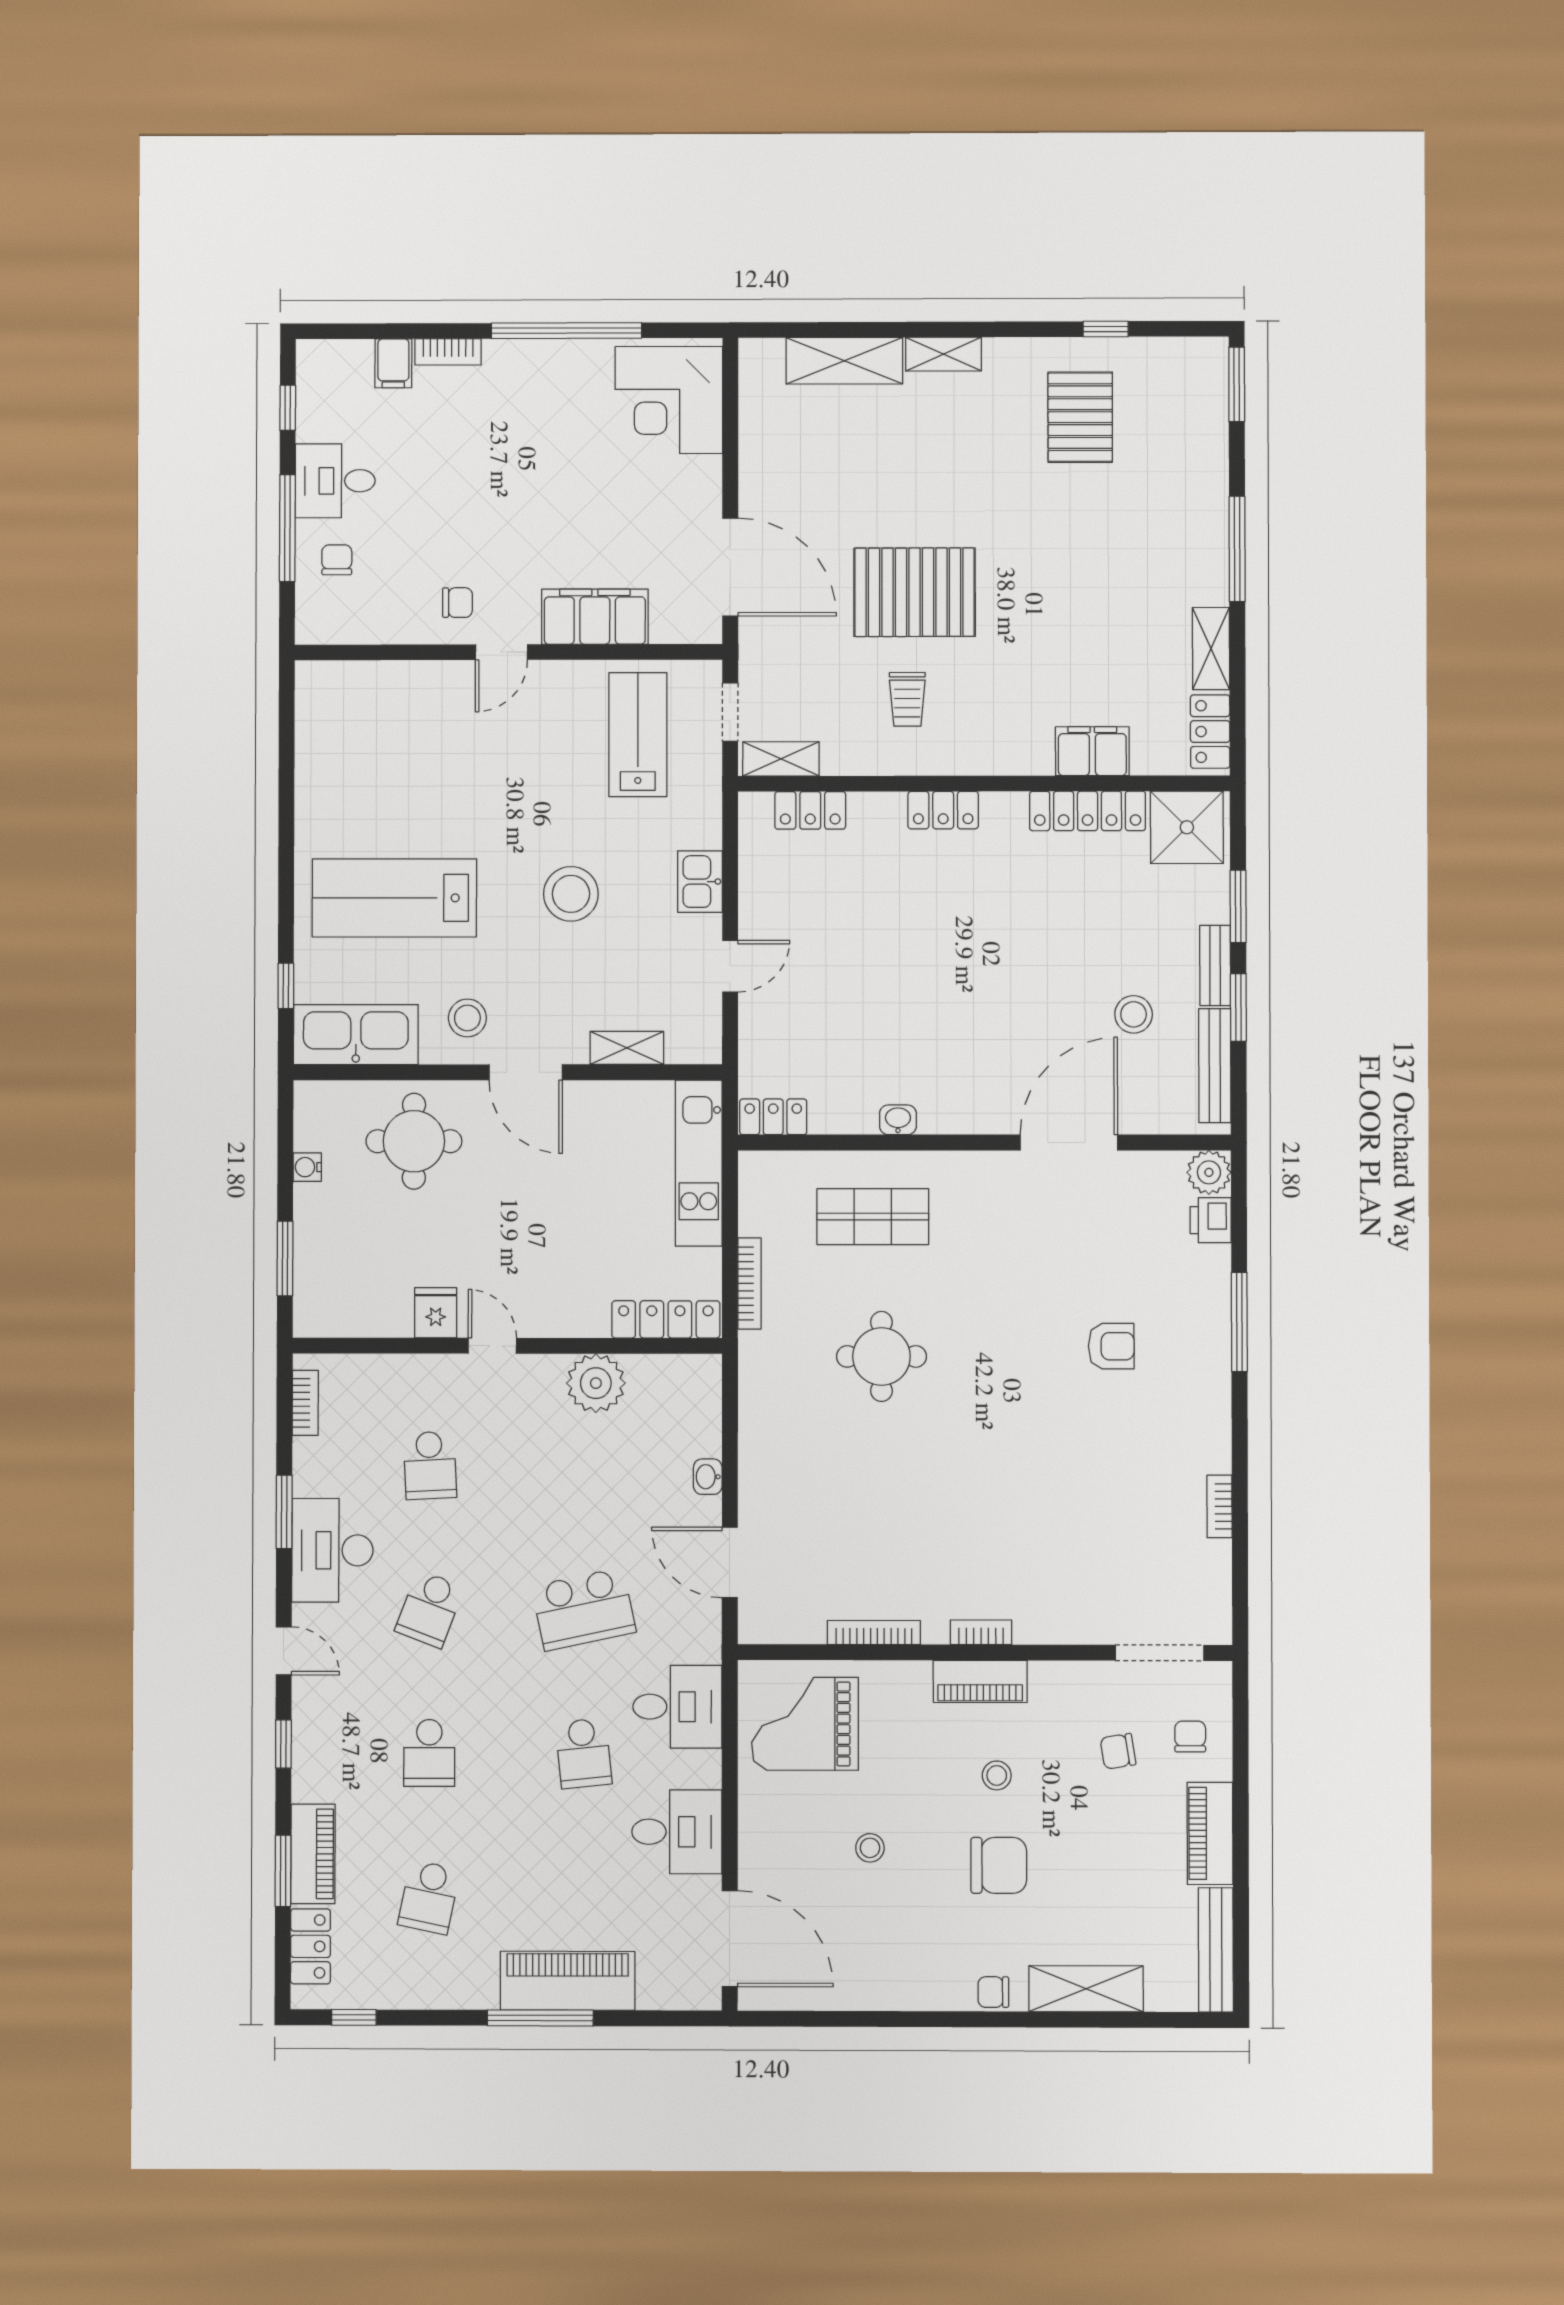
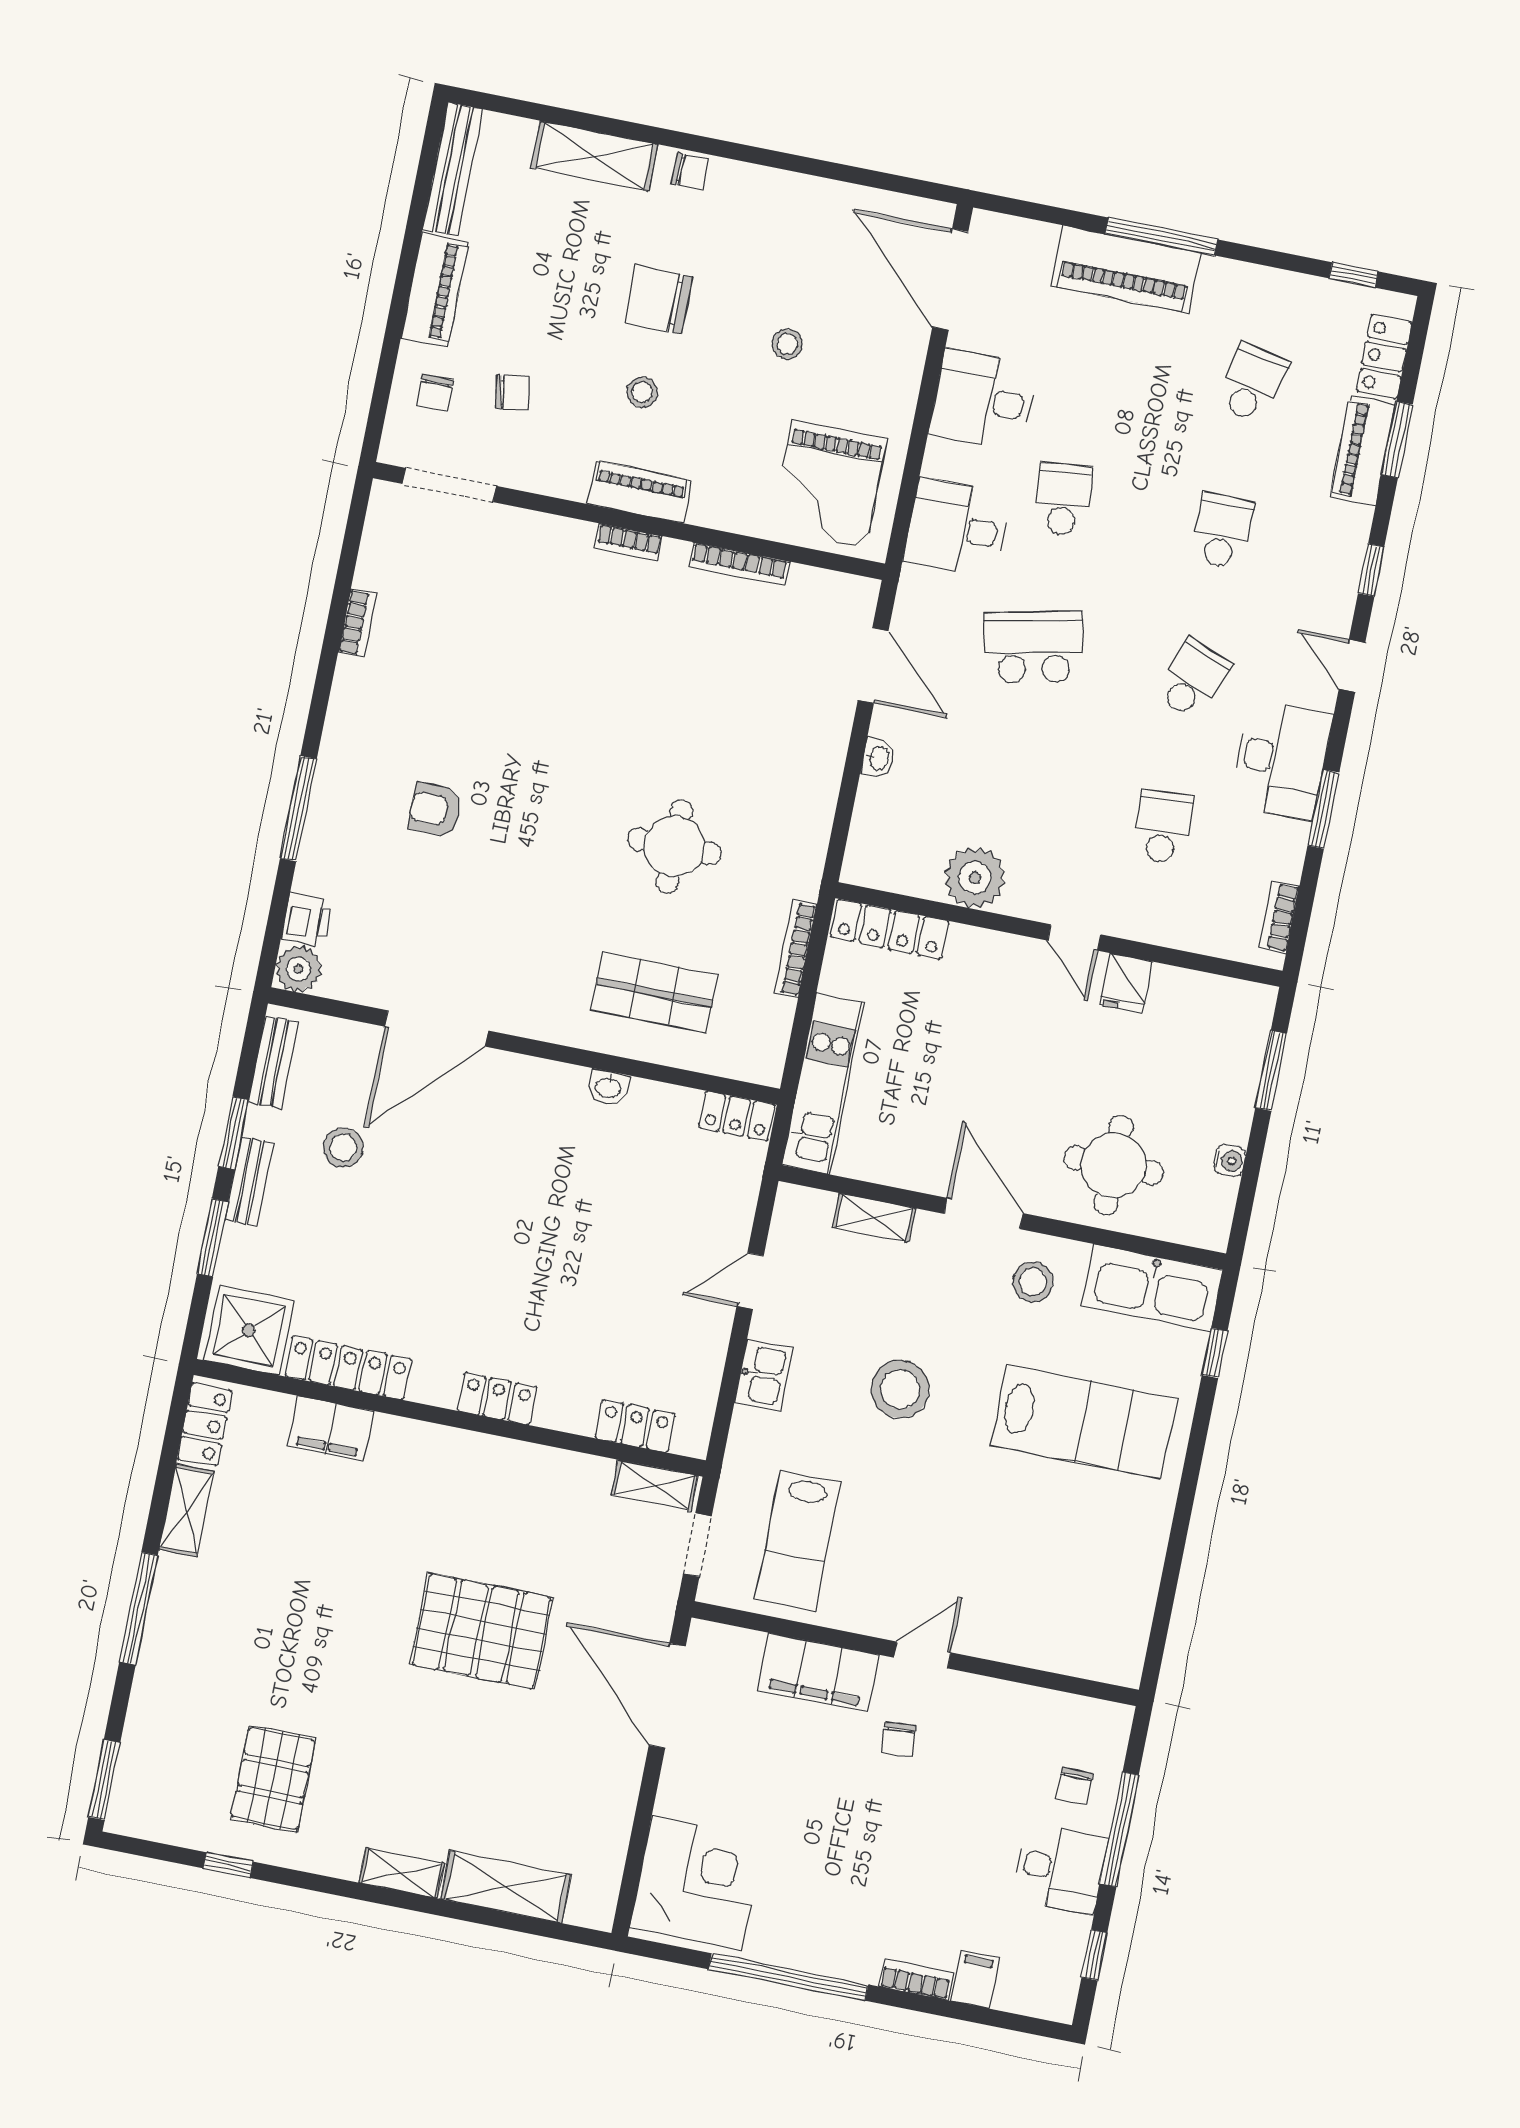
chair: (457, 603) -> (899, 1739), moved, turned -94
trolley: (907, 699) -> (511, 1521), removed
bench: (1215, 1066) -> (273, 1062), width x0.73
grand piano: (805, 1724) -> (829, 484), turned 90

